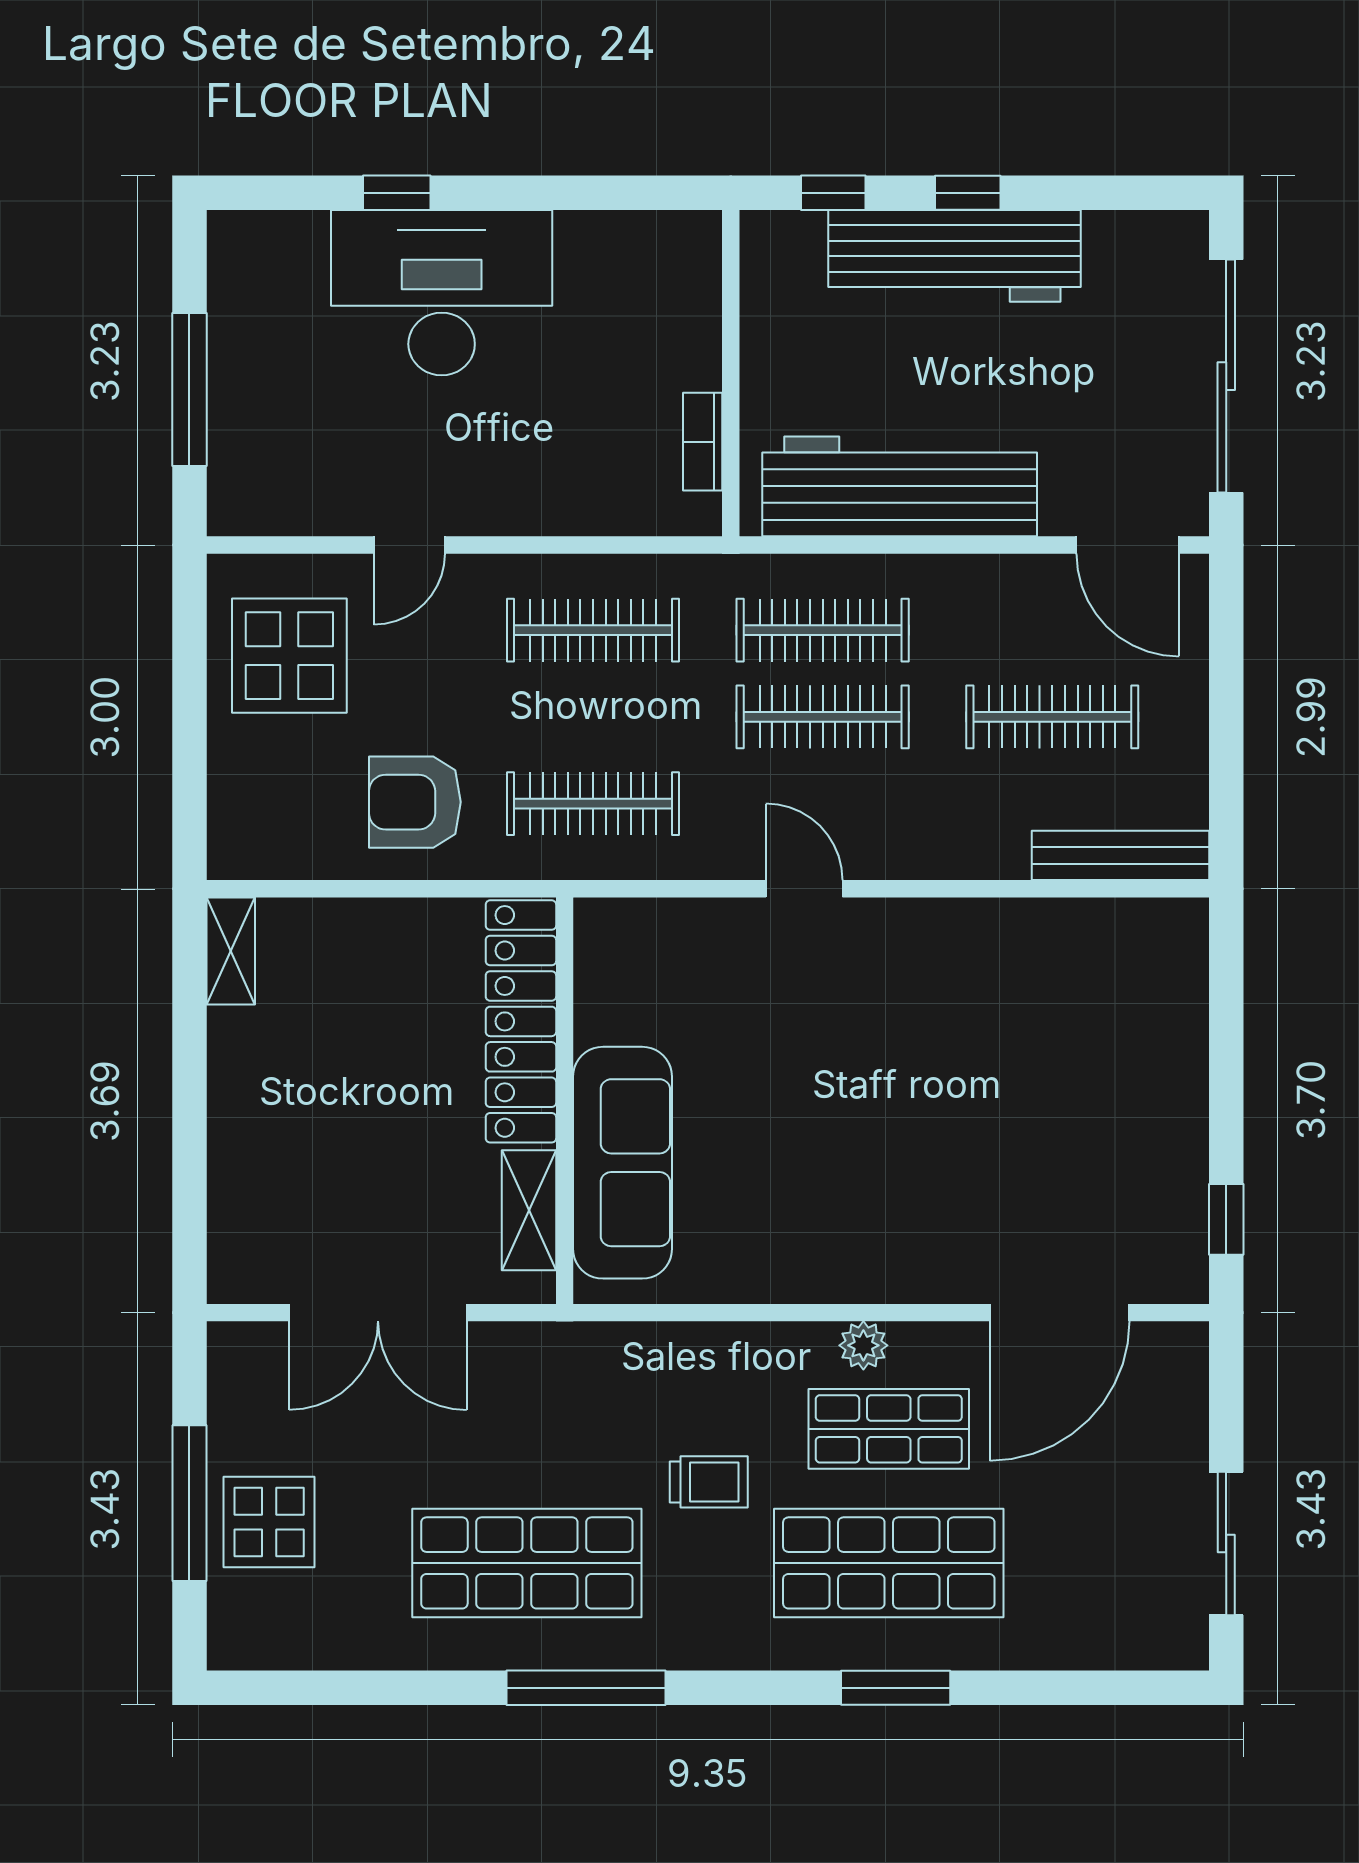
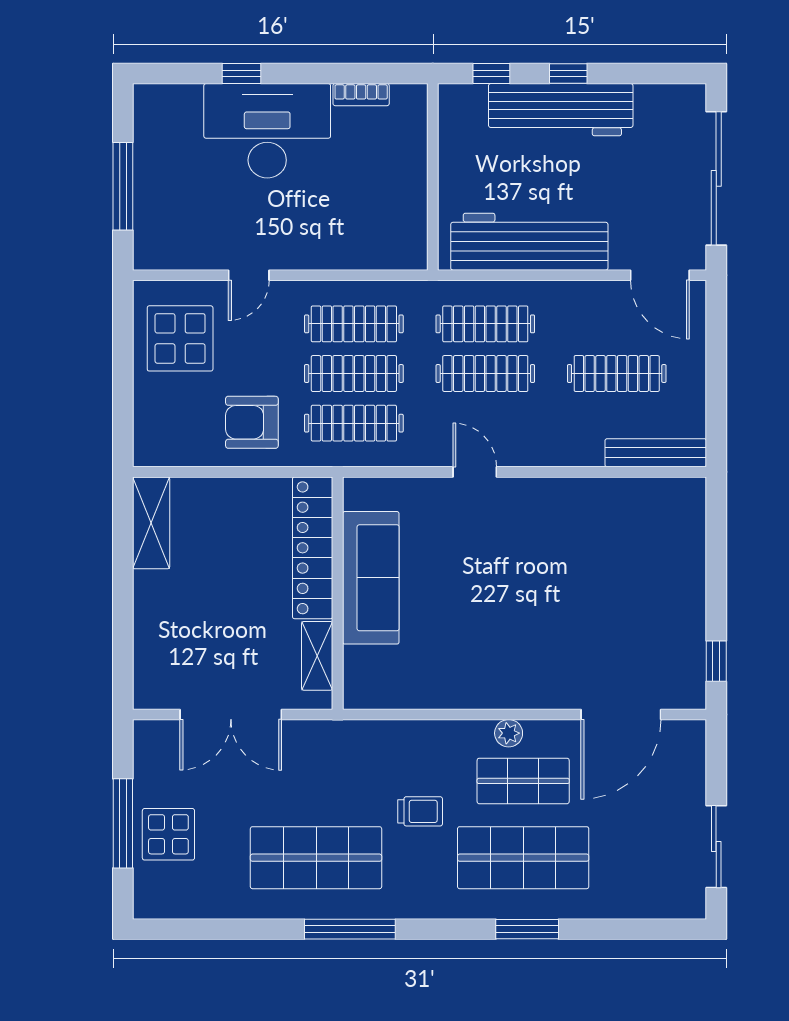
bookcase: (703, 442) -> (361, 95), moved, turned -90
clothes rail: (593, 717) -> (354, 374), added
shelving: (231, 951) -> (151, 523), width x1.50, depth x1.33
sofa: (623, 1163) -> (371, 578), moved

